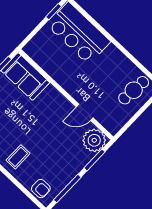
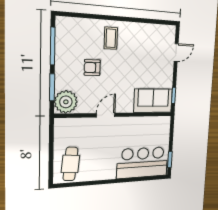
door: (85, 112) -> (106, 115), moved
armchair: (41, 189) -> (92, 68), moved

